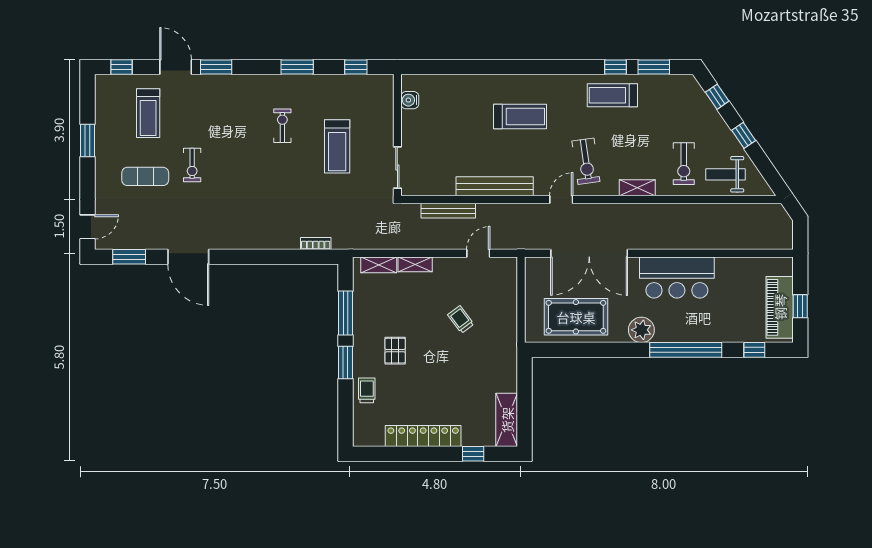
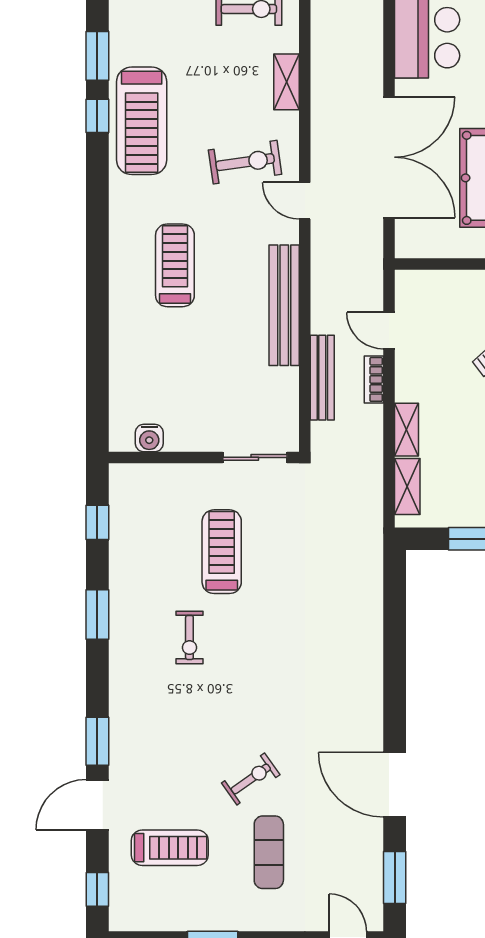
treadmill: (612, 95) -> (142, 121), width x1.37, depth x1.38
exercise bike: (282, 126) -> (189, 637), turned -90
treadmill: (337, 146) -> (222, 552), turned -90
exercise bike: (192, 165) -> (251, 779), turned -35
bookcase: (316, 244) -> (374, 379), moved
door: (188, 257) -> (395, 785), swing flipped

